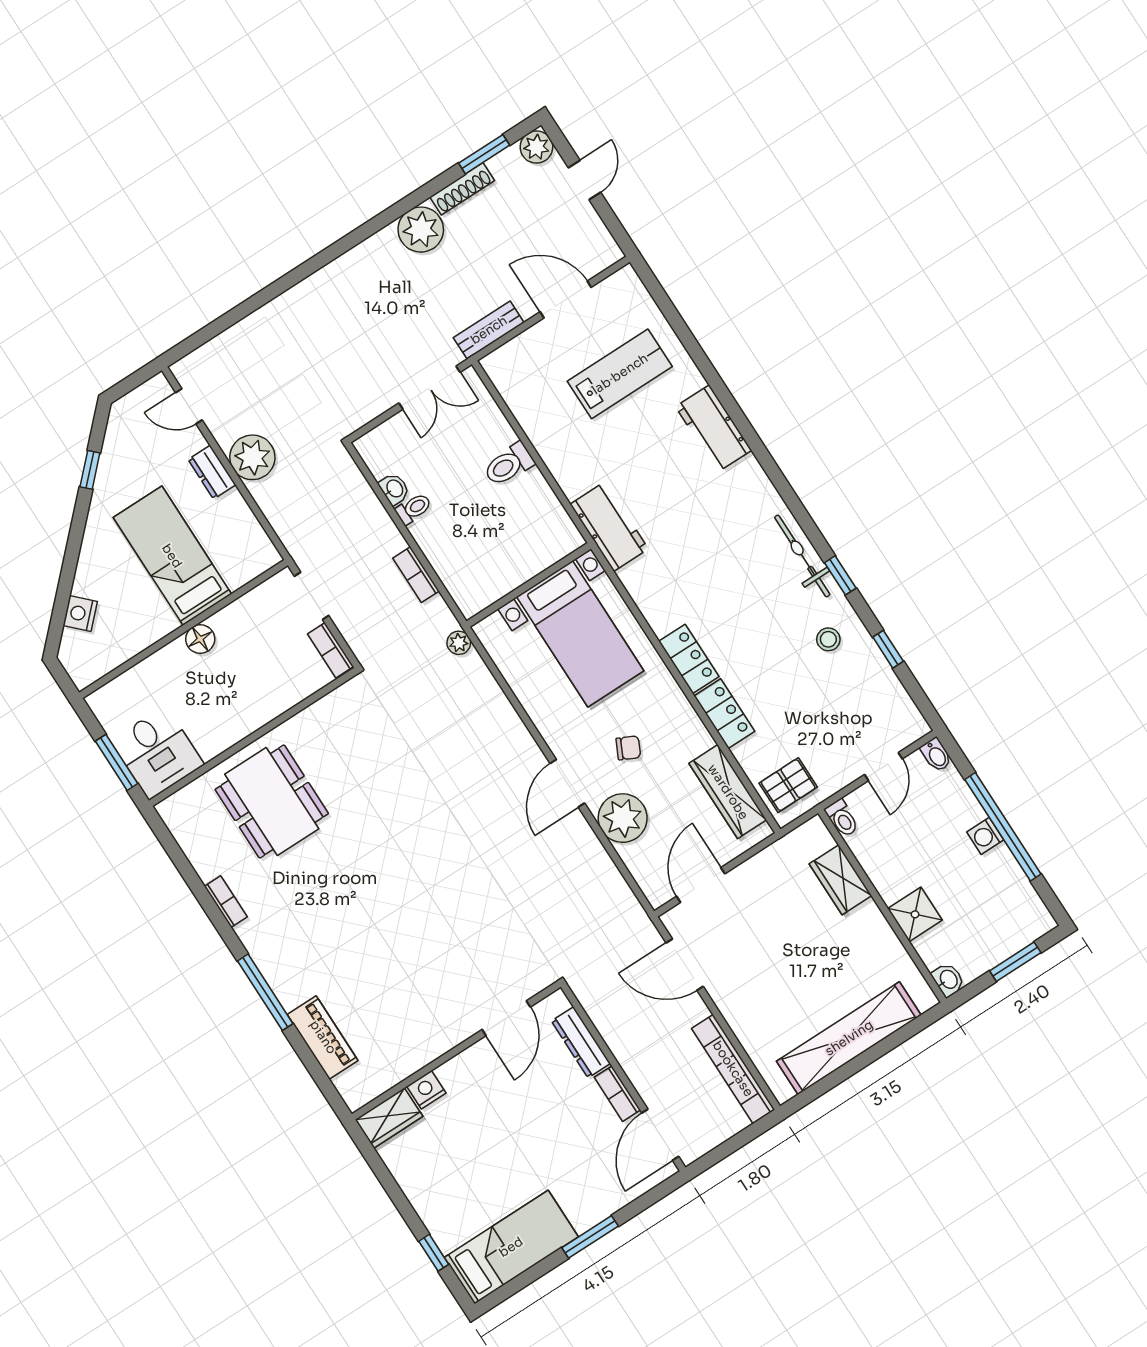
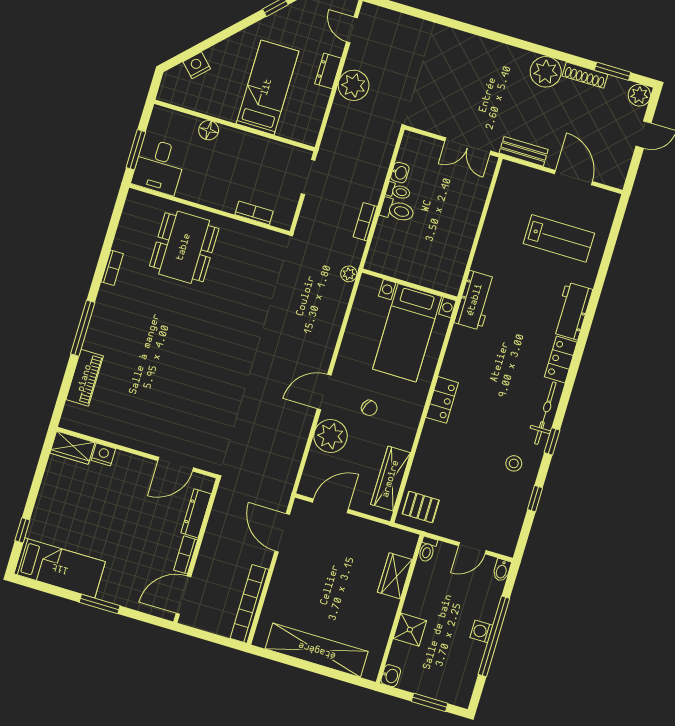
toilet: (509, 465) -> (397, 210), moved, turned 180
floor lamp: (200, 639) -> (209, 130), moved
bookcase: (330, 650) -> (254, 213), moved, turned 90
locker: (724, 714) -> (561, 359), moved, turned 180

